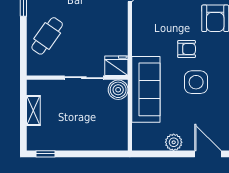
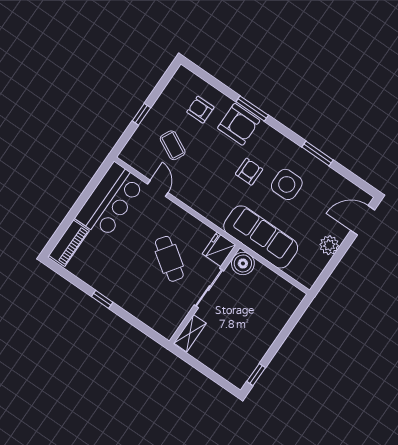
cafe table: (47, 36) -> (169, 259), moved
shelving: (33, 110) -> (190, 333), moved, turned 90

